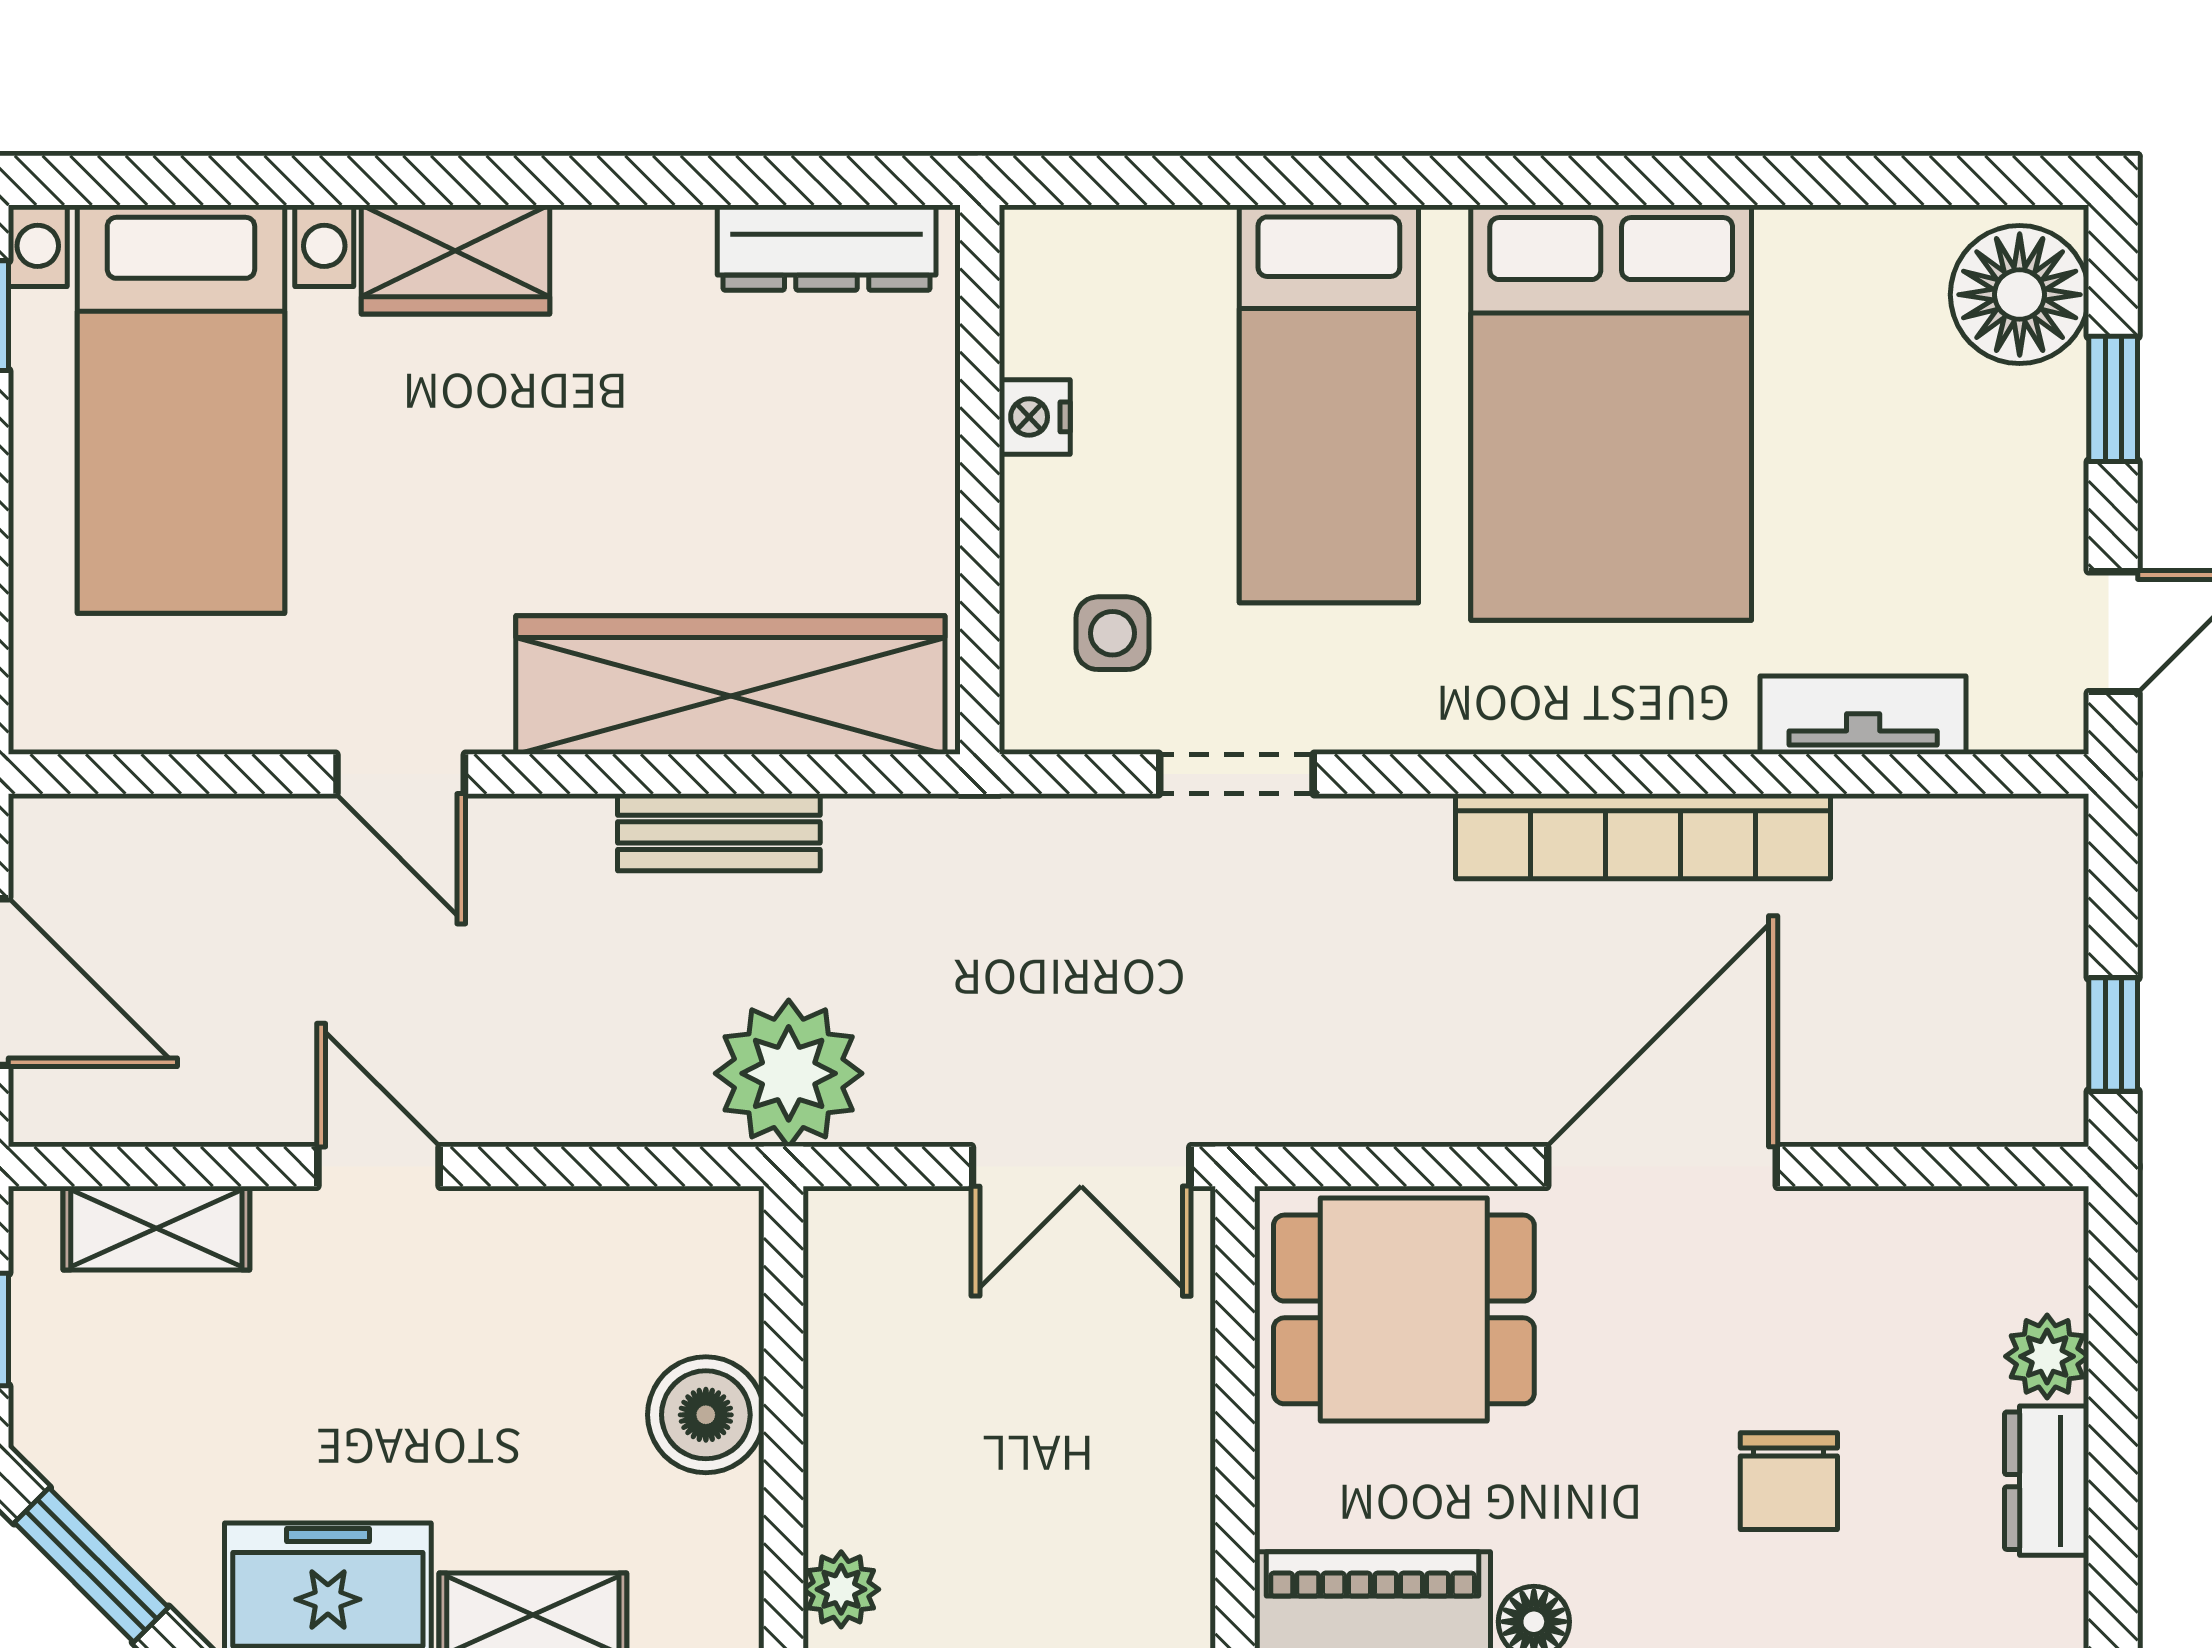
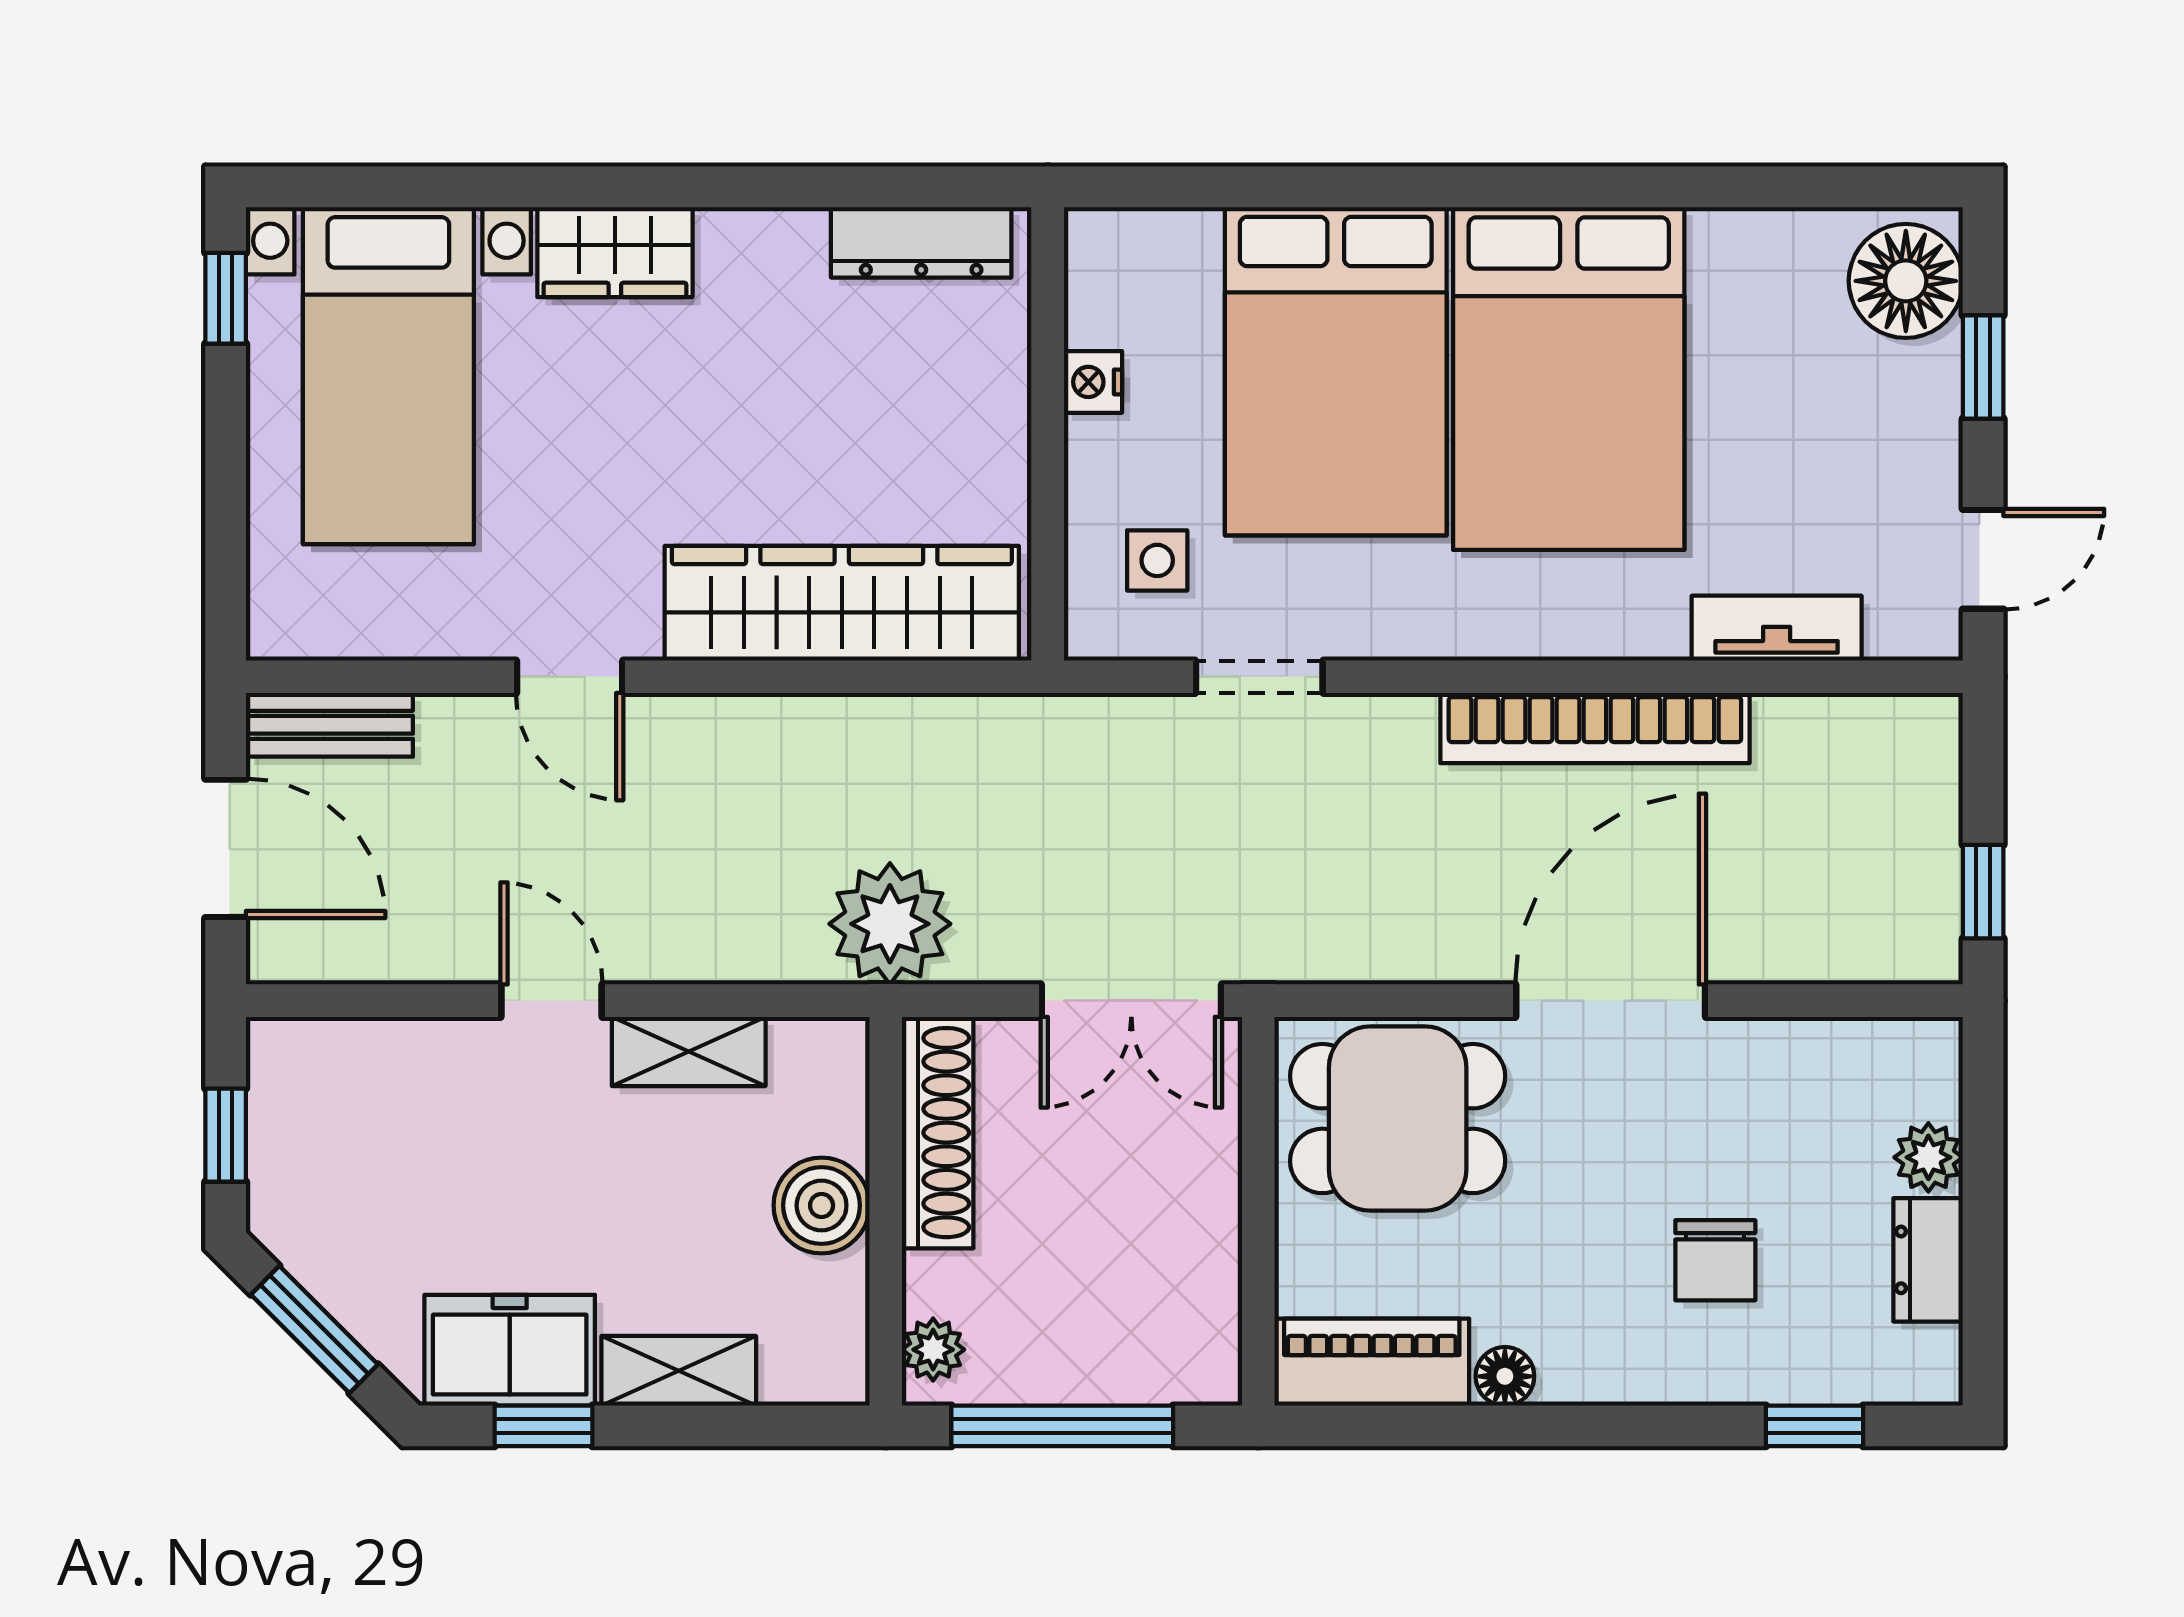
bed: (1329, 404) -> (1336, 371), width x1.50
bench: (719, 832) -> (329, 725), moved
shelving: (156, 1228) -> (689, 1051), moved
shoe rack: (847, 1326) -> (938, 1133), added

